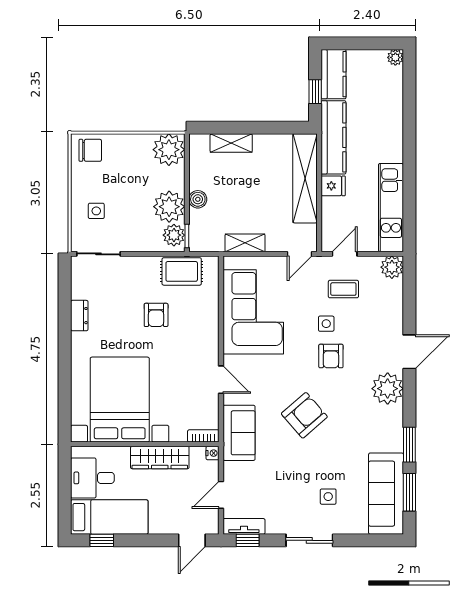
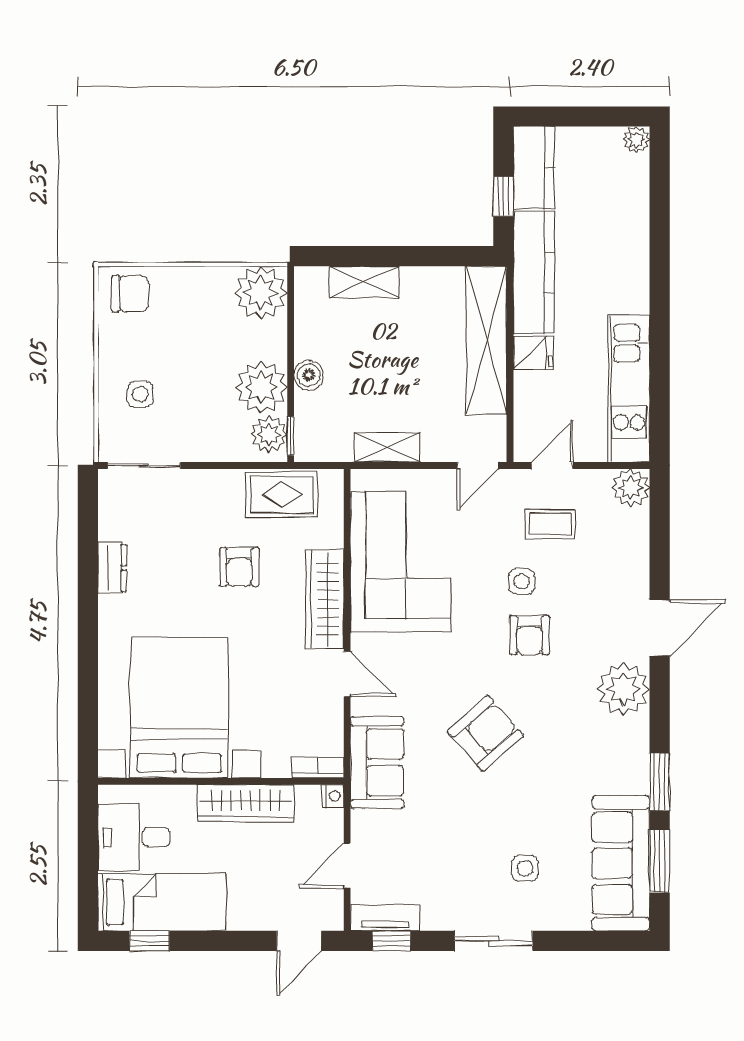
wardrobe: (207, 334) -> (325, 599), added

